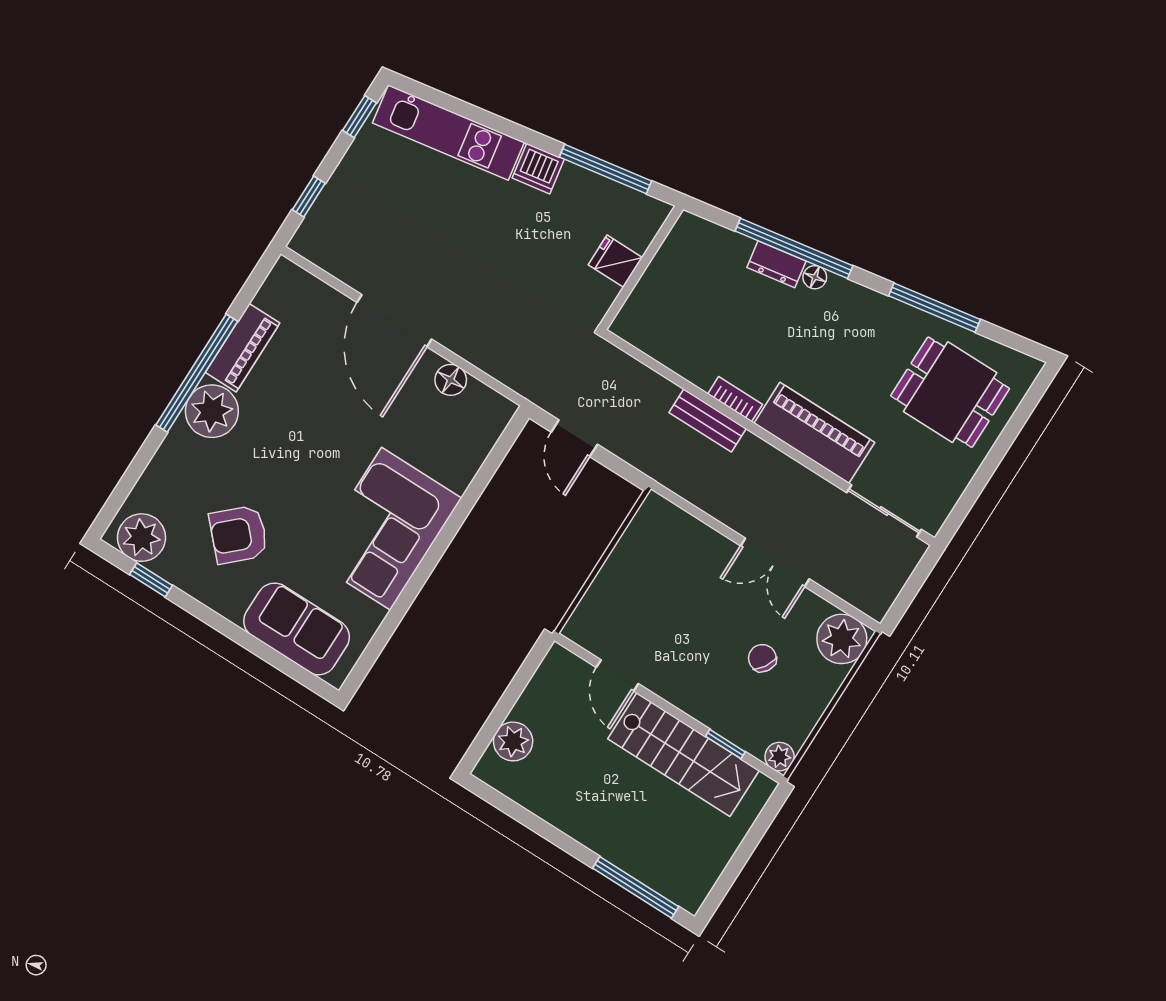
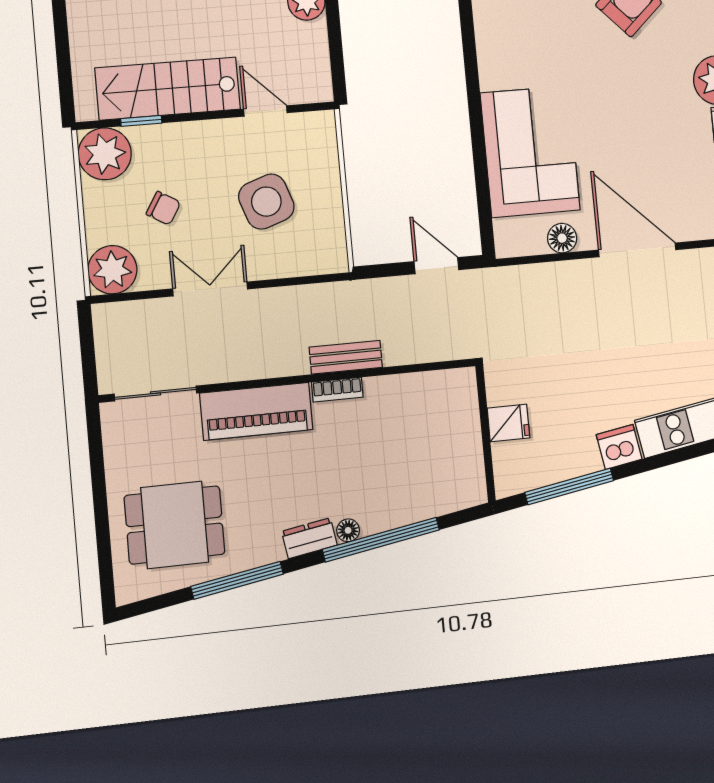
dresser: (776, 264) -> (309, 538), moved
corner sofa: (386, 529) -> (530, 152), moved
side table: (674, 599) -> (266, 202), added
plant: (780, 757) -> (105, 154), width x1.88, depth x1.88

